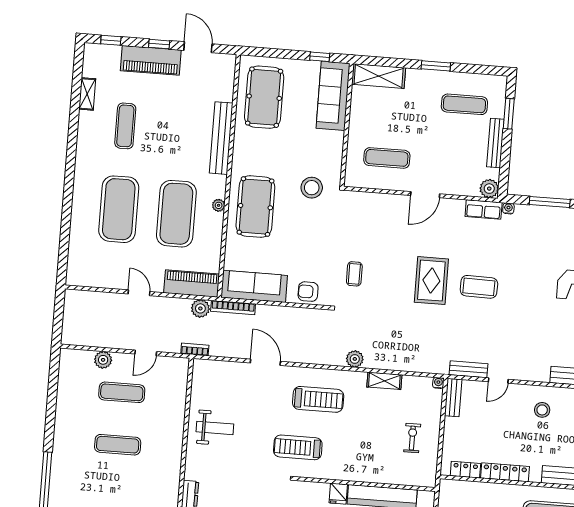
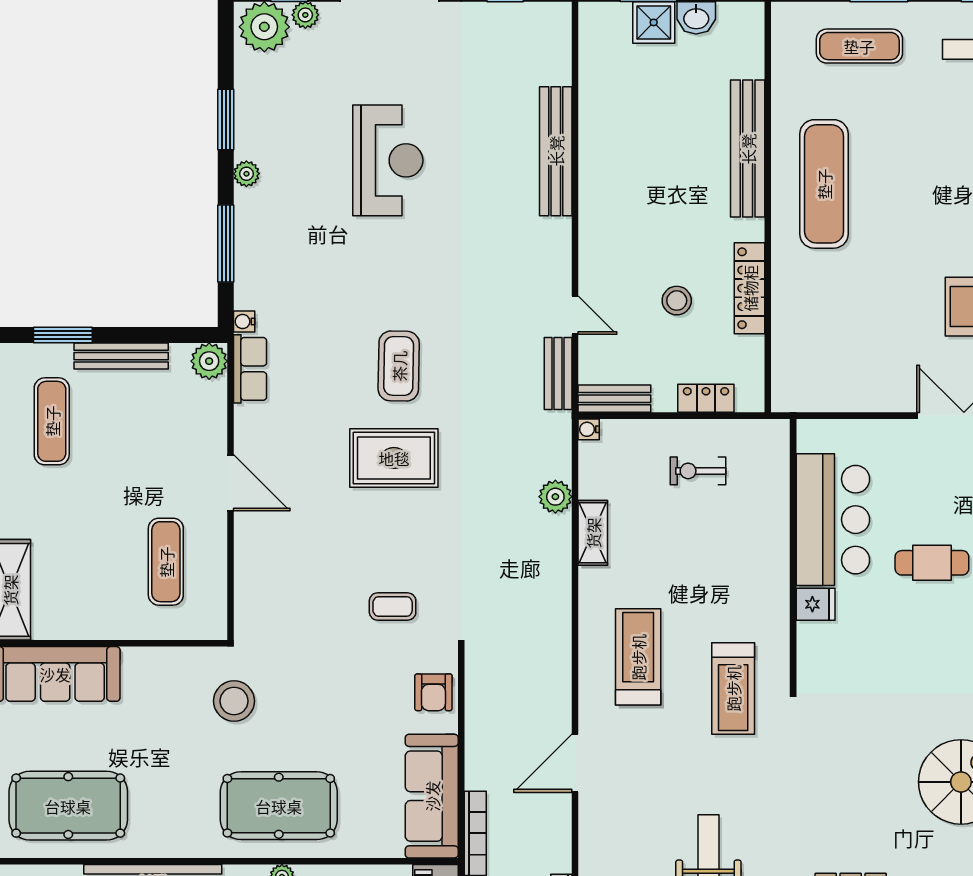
plant: (355, 359) -> (555, 497), moved
stool: (542, 410) -> (677, 301), moved
locker: (465, 470) -> (706, 398), moved, turned 90

